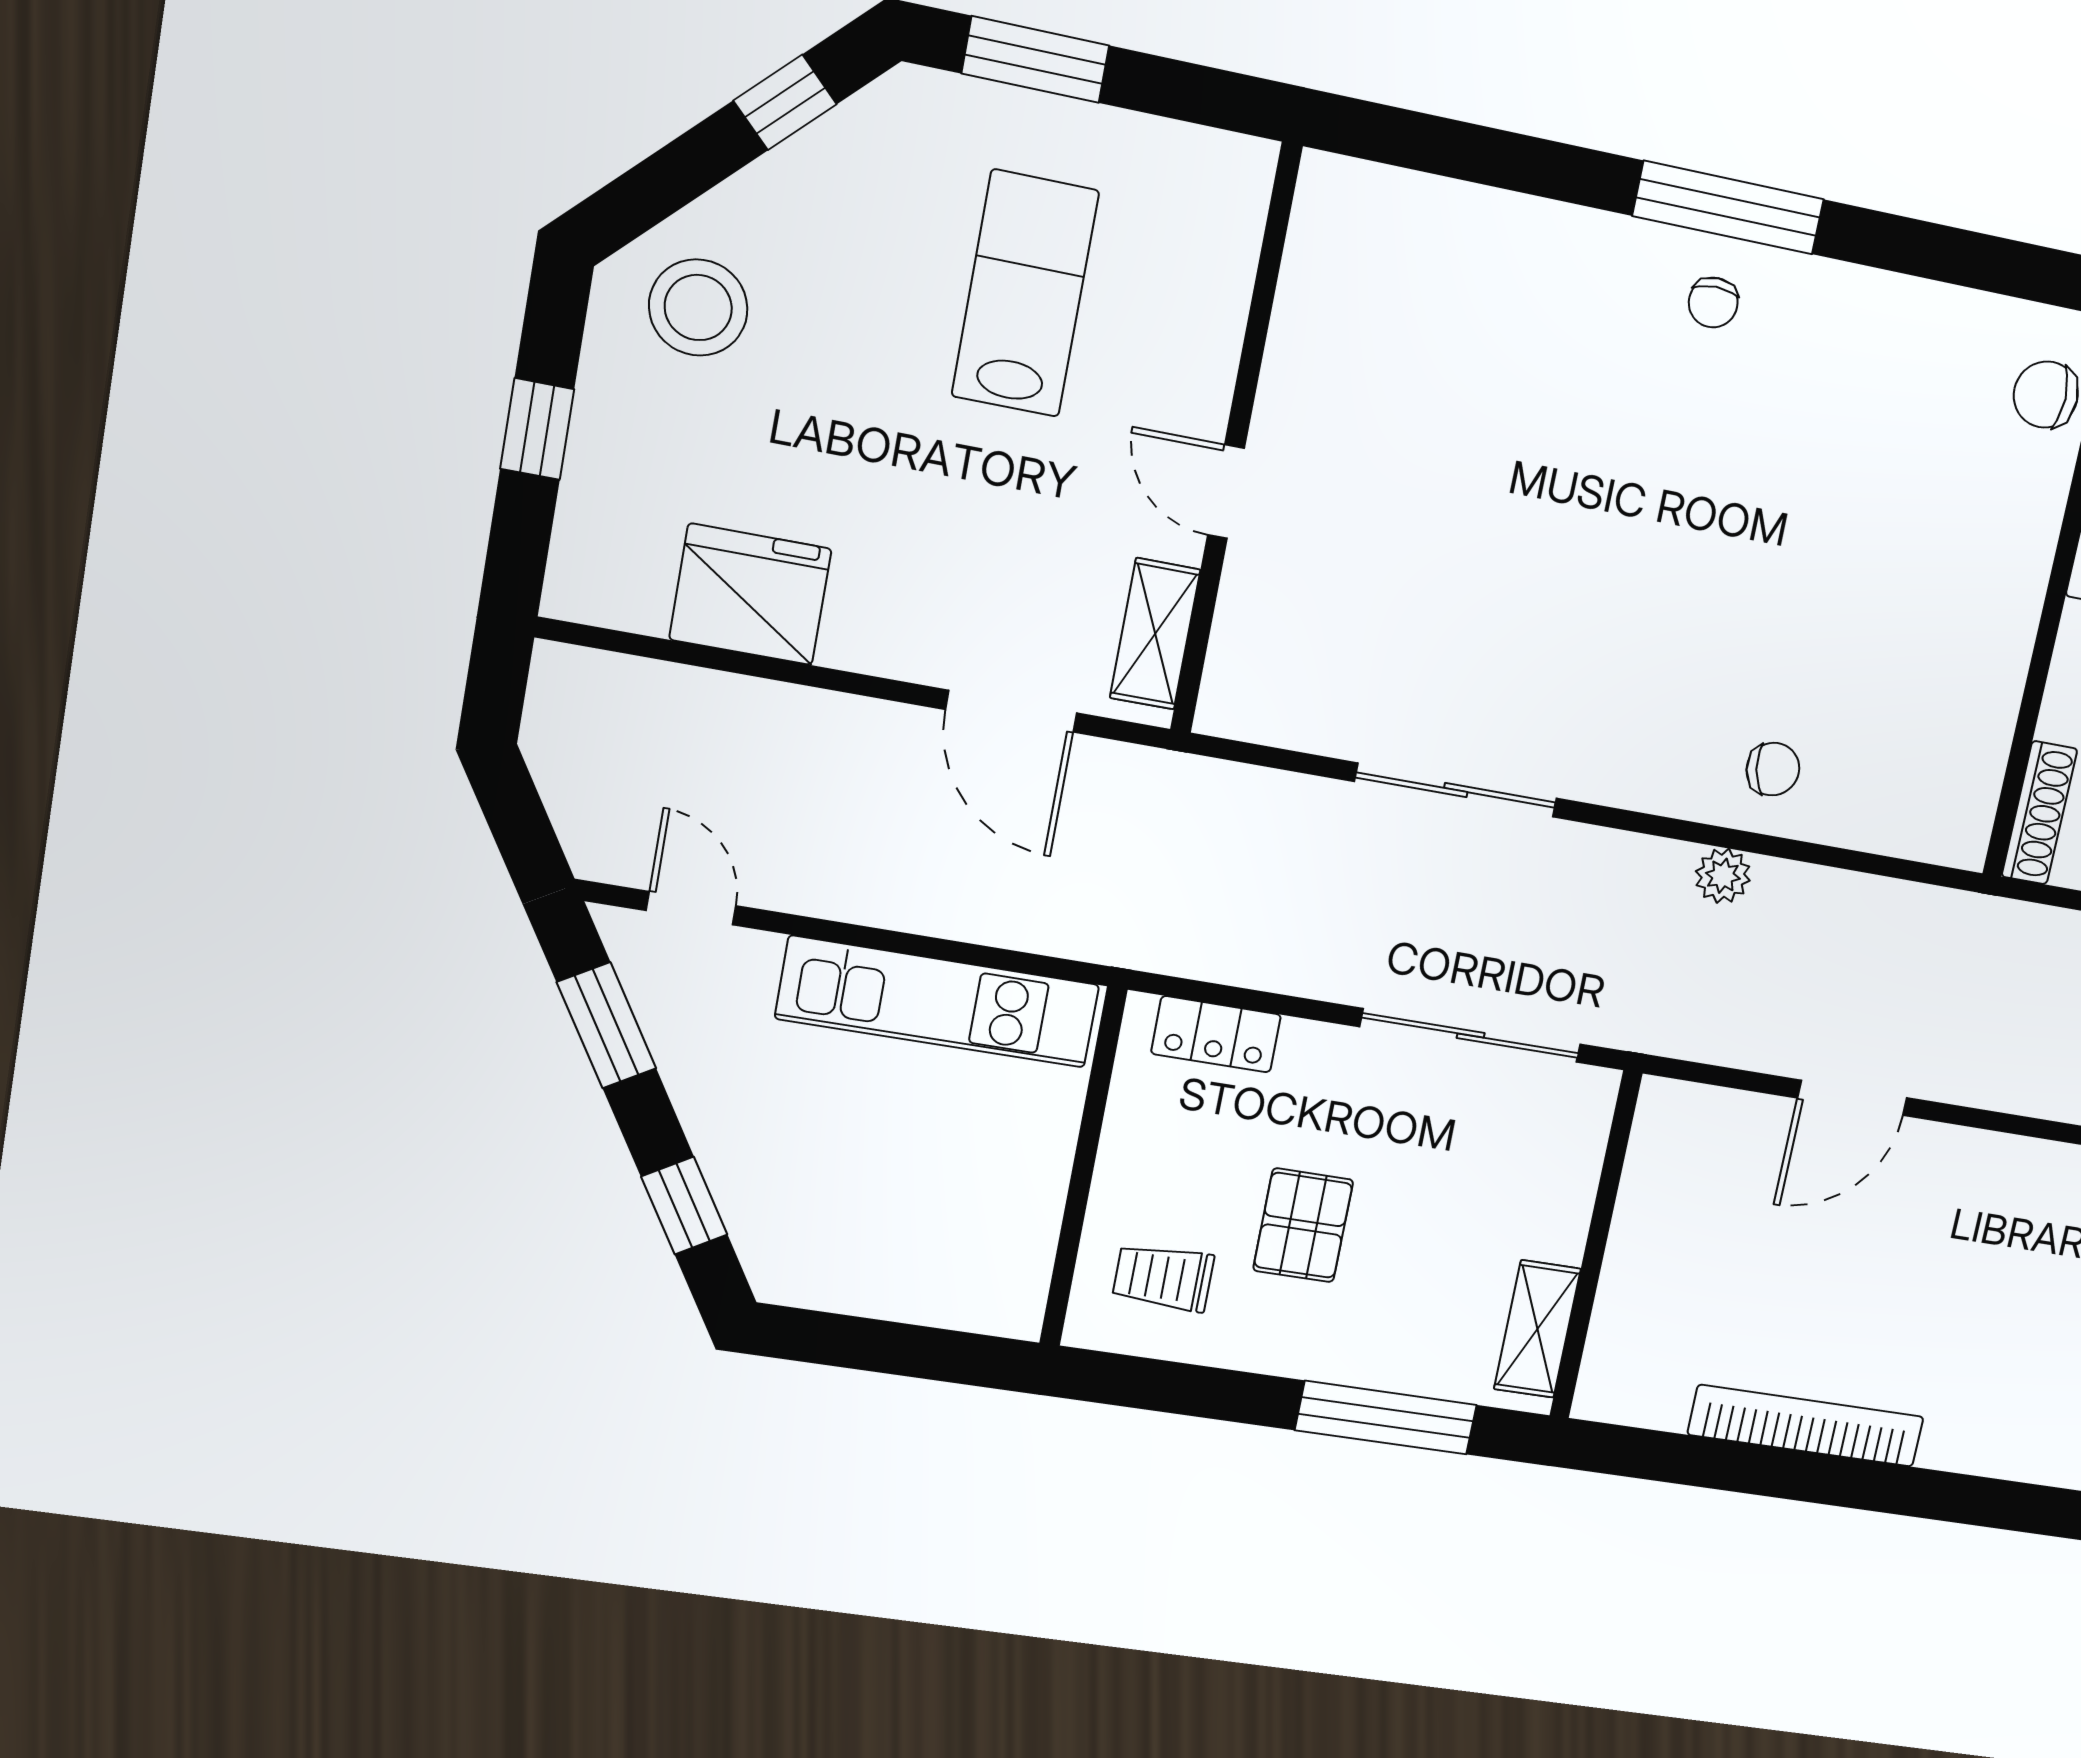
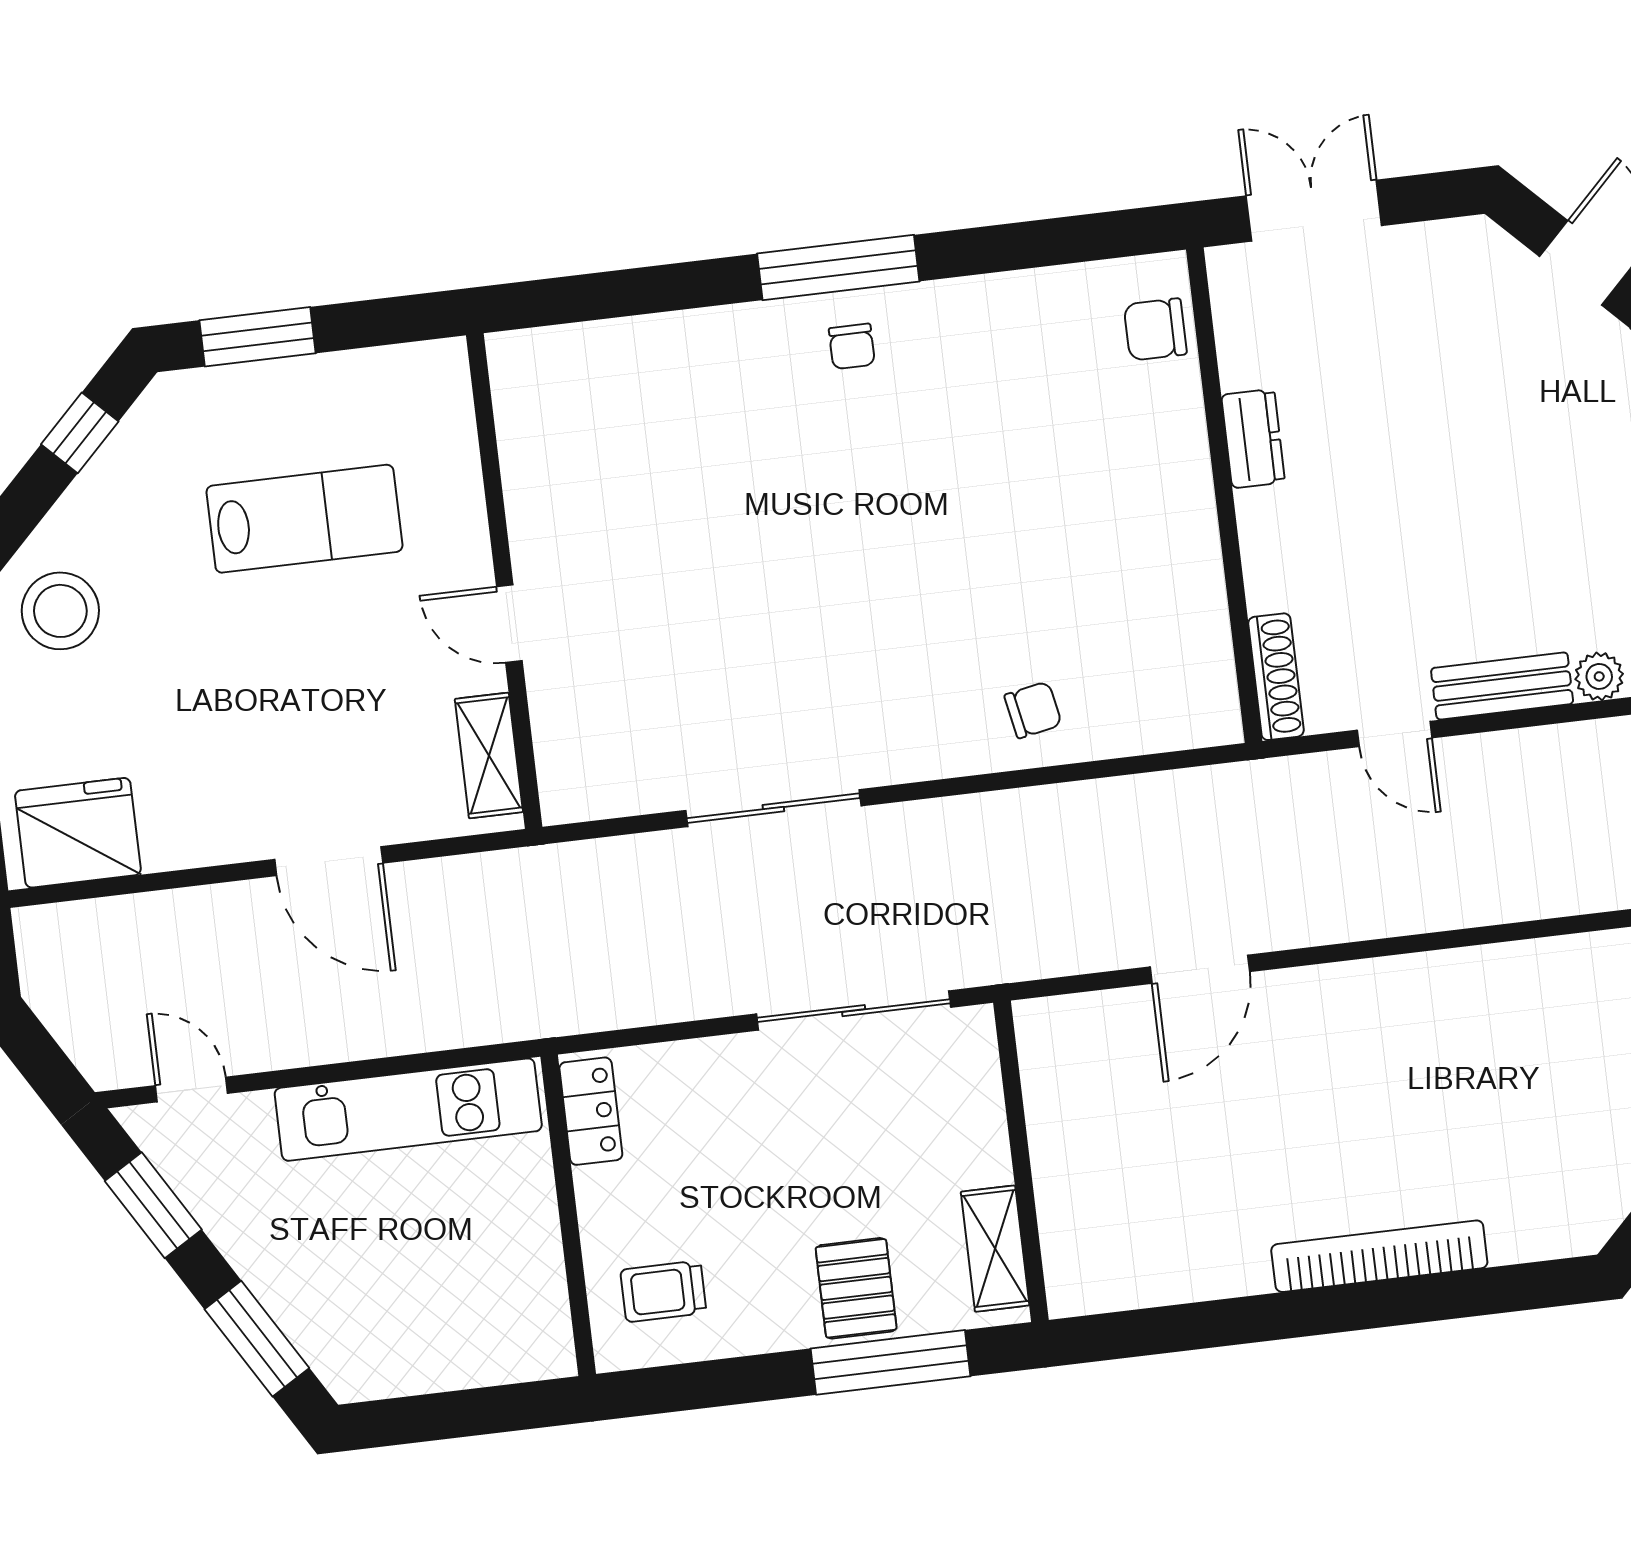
lab bench: (1025, 294) -> (304, 519), turned 90
fridge: (750, 594) -> (78, 833), moved
door: (1011, 711) -> (329, 861), moved
plant: (1723, 876) -> (1022, 812), removed
locker: (1216, 1034) -> (591, 1111), moved, turned -90
window: (684, 1206) -> (257, 1339), width x1.50
pallet: (1303, 1225) -> (856, 1288), moved
bookcase: (1806, 1426) -> (1379, 1256), moved

